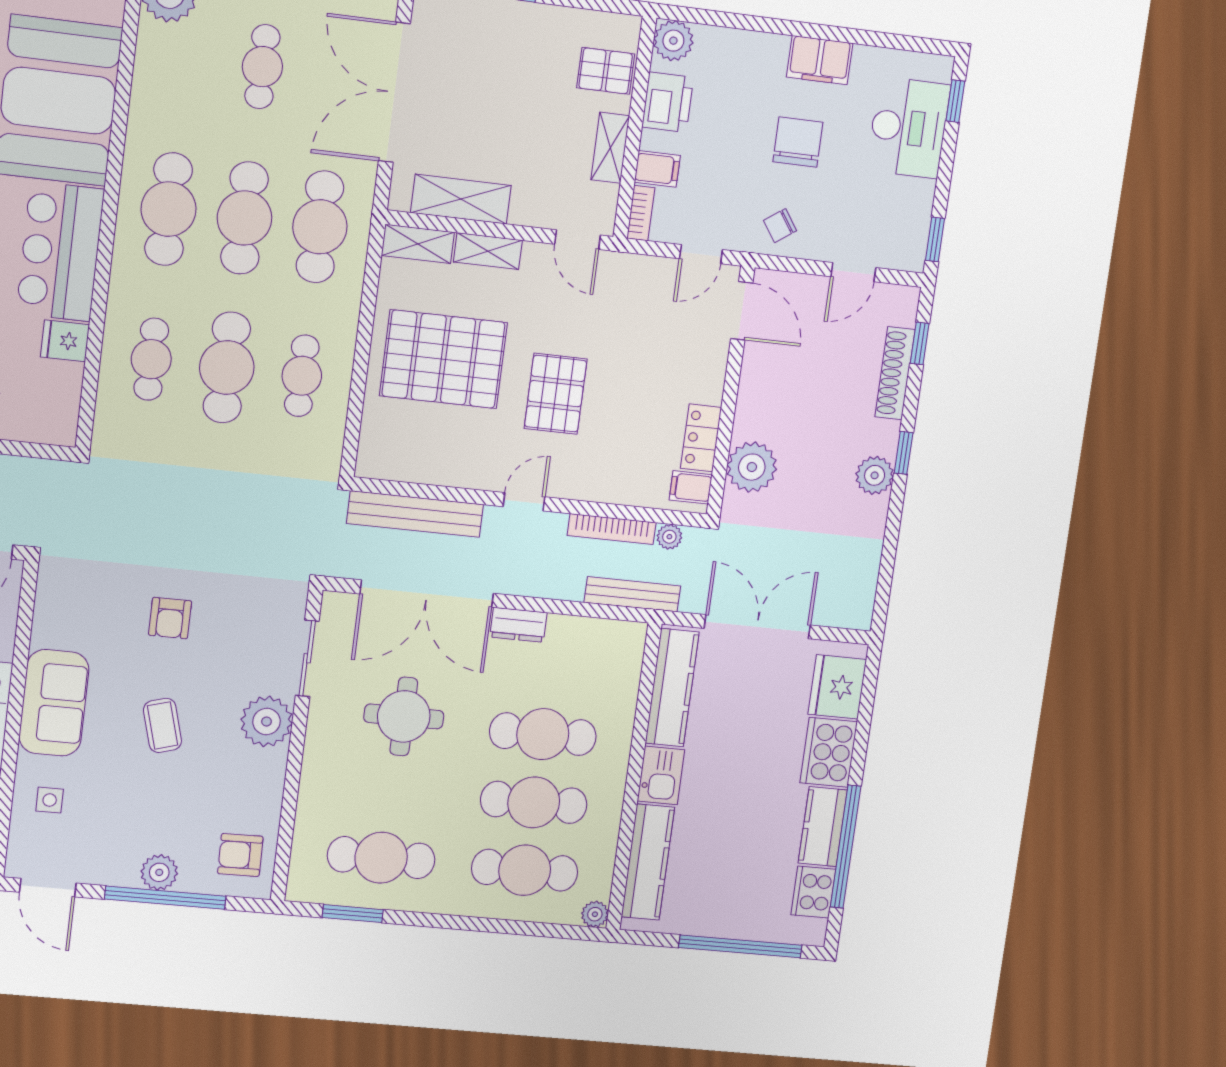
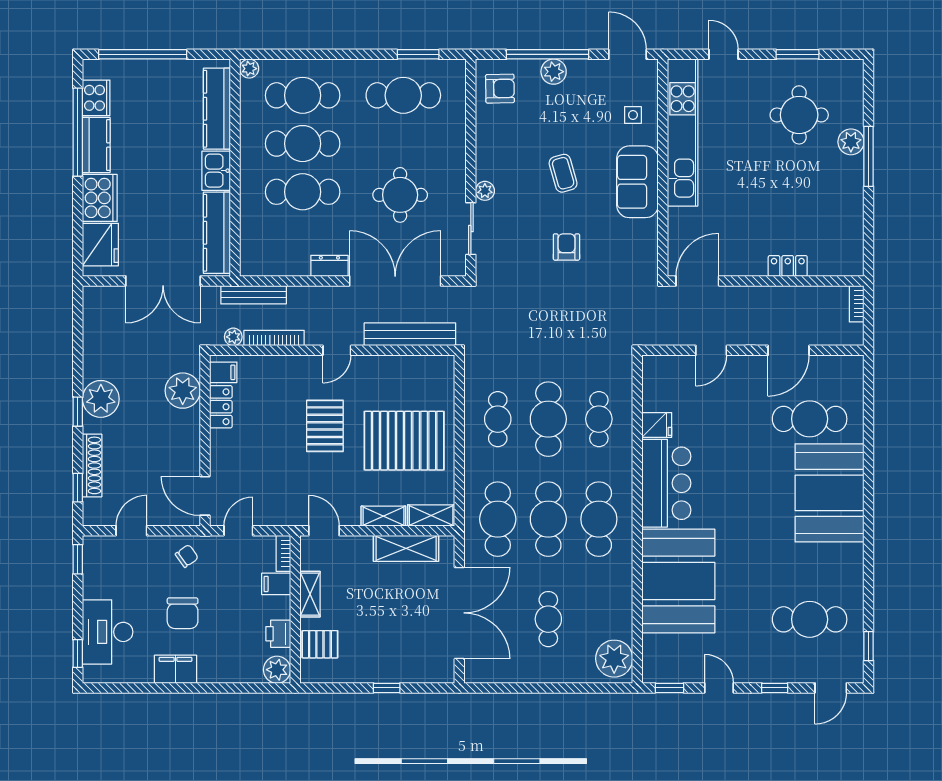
printer: (668, 102) -> (278, 634), width x0.73, depth x0.81
plant: (875, 475) -> (101, 399), width x1.36, depth x1.36
plant: (266, 722) -> (485, 191), width x0.53, depth x0.53

